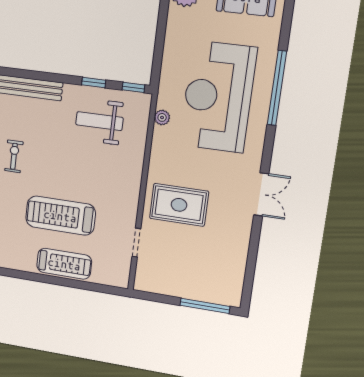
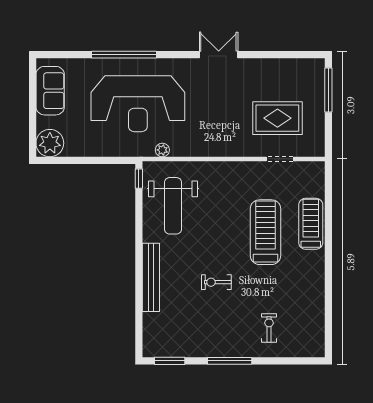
window: (94, 82) -> (139, 215), removed
weight bench: (99, 121) -> (173, 206), width x1.36, depth x1.33
rug: (179, 205) -> (277, 118), moved, turned 90
treadmill: (60, 216) -> (265, 232), turned 180

